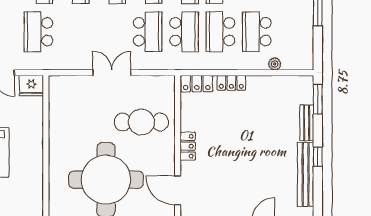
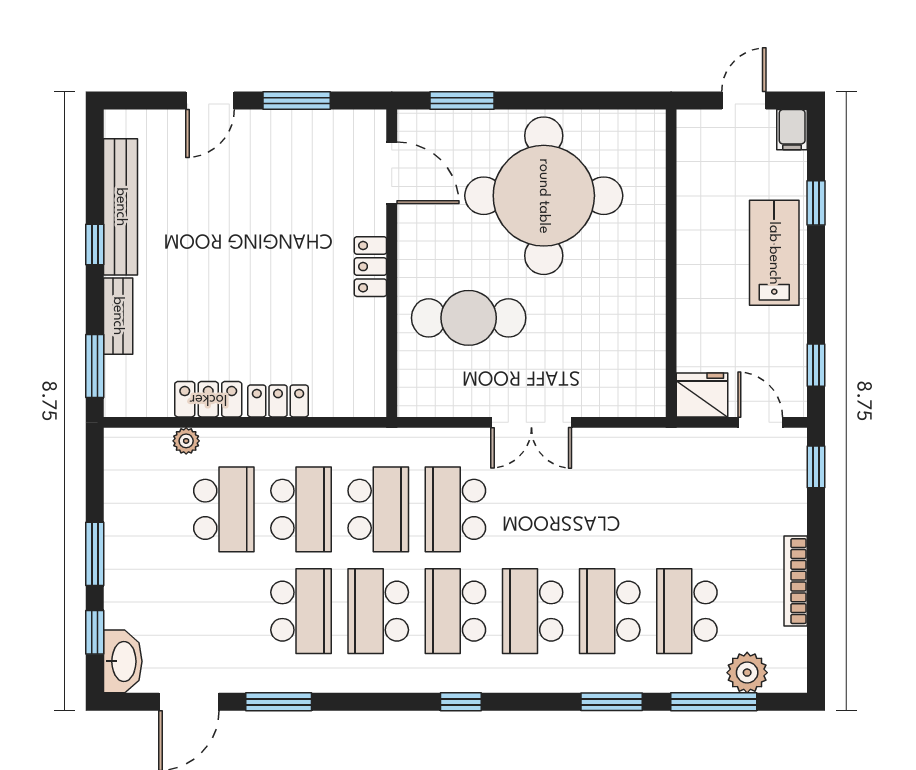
school desk: (38, 32) -> (687, 509), removed
school desk: (184, 32) -> (378, 509), turned 180
locker: (197, 84) -> (208, 399), moved

